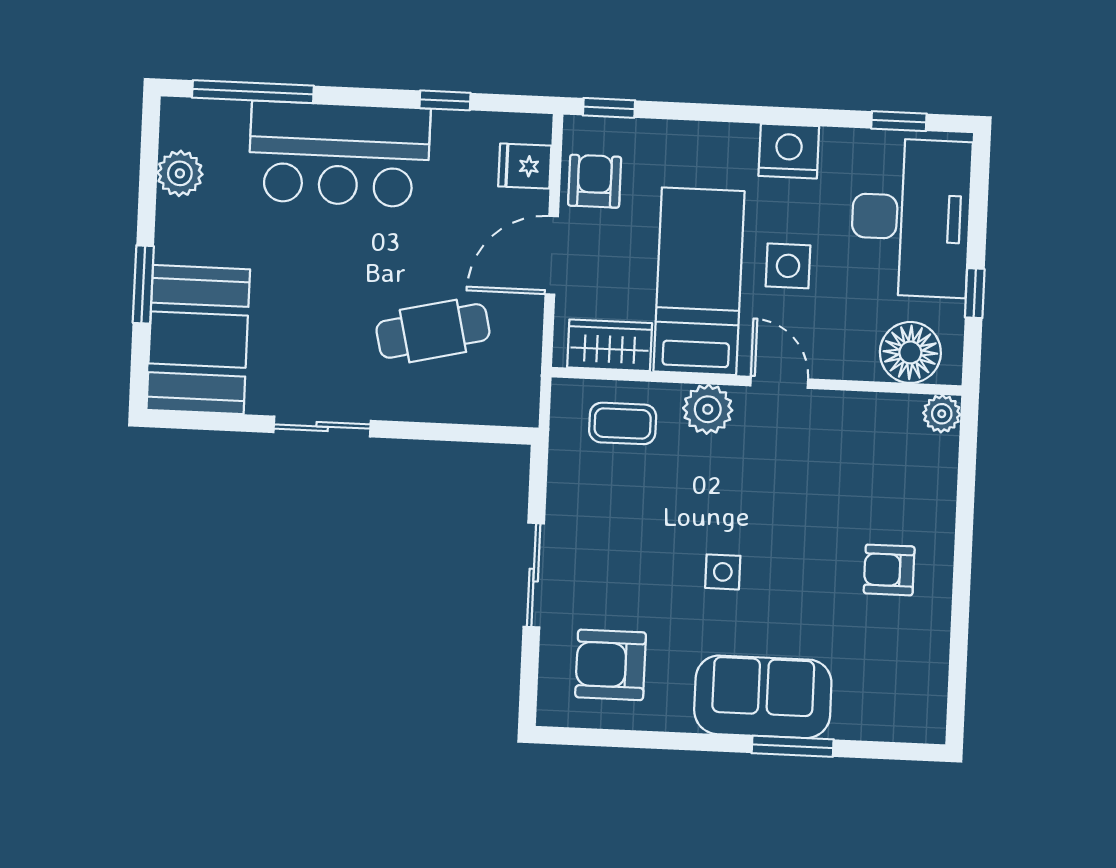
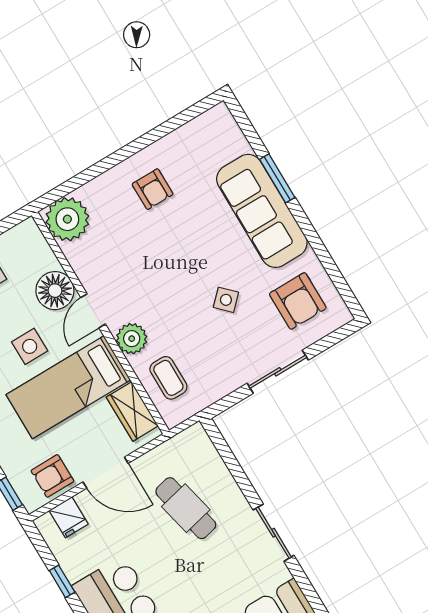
floor lamp: (910, 352) -> (55, 291), moved
plant: (942, 414) -> (67, 219), width x1.88, depth x1.88
side table: (723, 572) -> (226, 300), moved, turned 45
sofa: (763, 697) -> (262, 211), width x1.36

